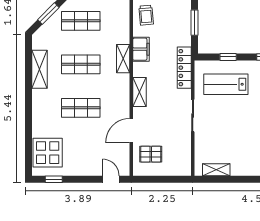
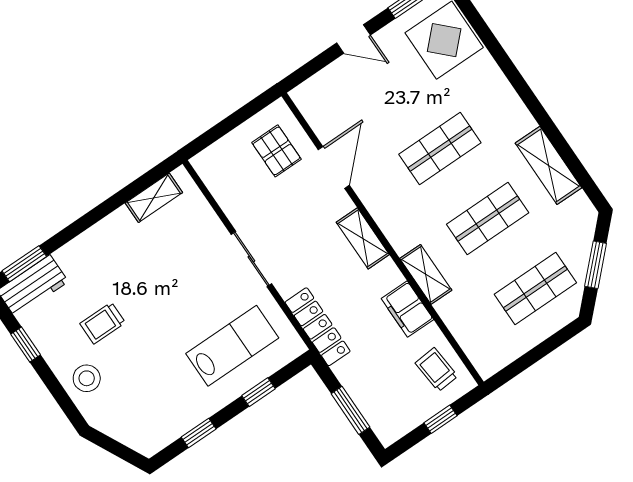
pallet: (151, 154) -> (277, 151), turned 90
door: (111, 179) -> (354, 39), moved

